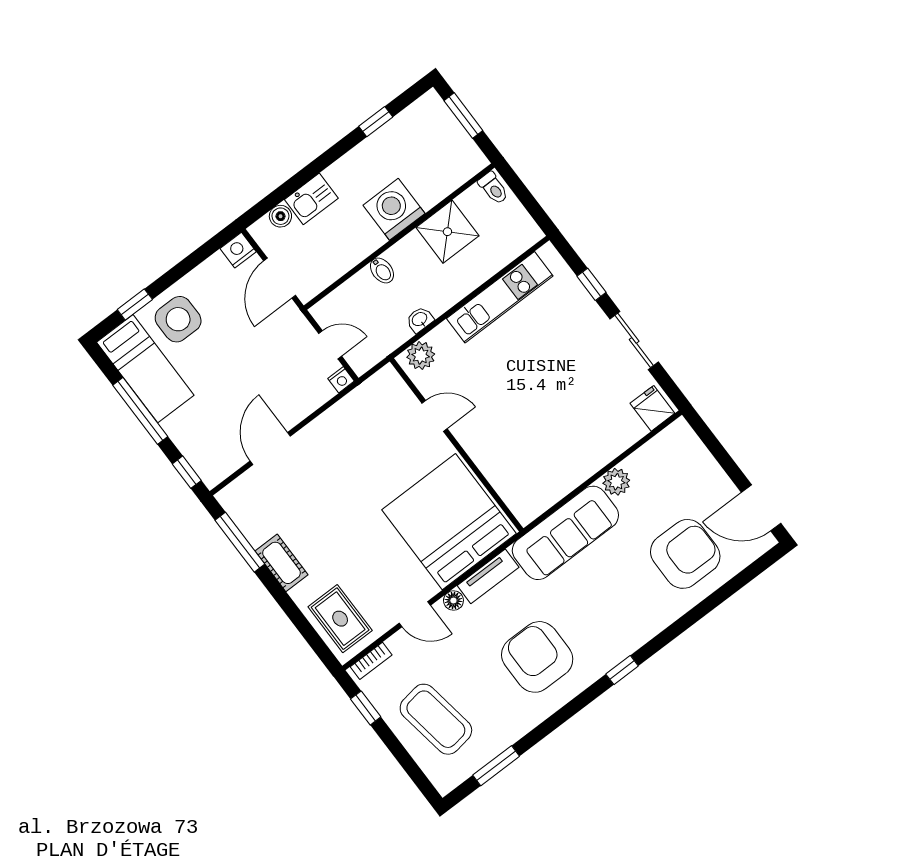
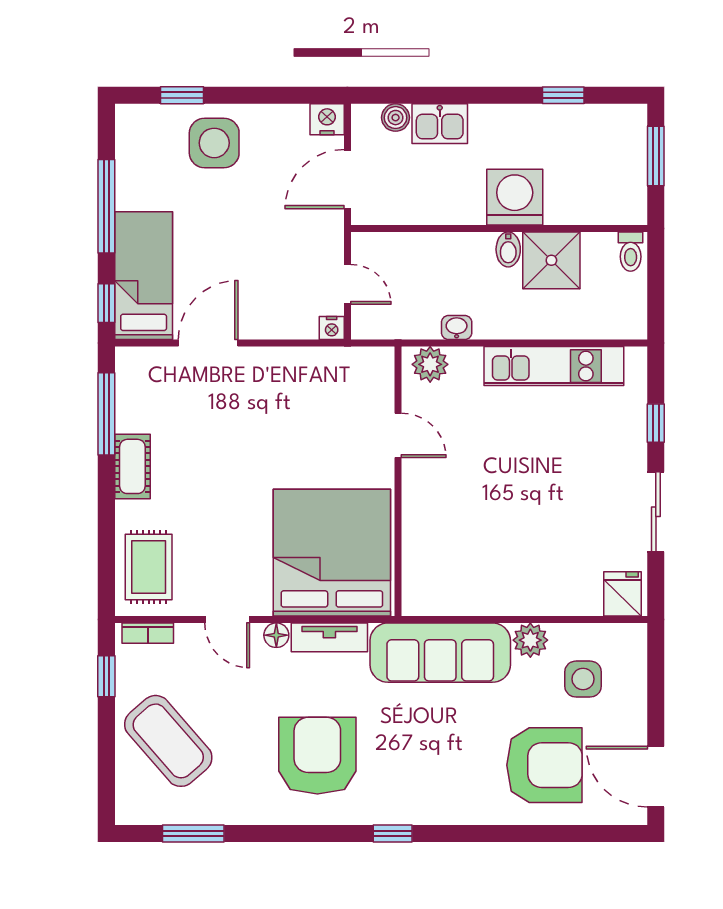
bidet: (382, 271) -> (508, 249), moved
bed: (145, 369) -> (144, 276), moved, turned 180
side table: (668, 481) -> (583, 679), added
coffee table: (436, 719) -> (168, 741), turned -32

